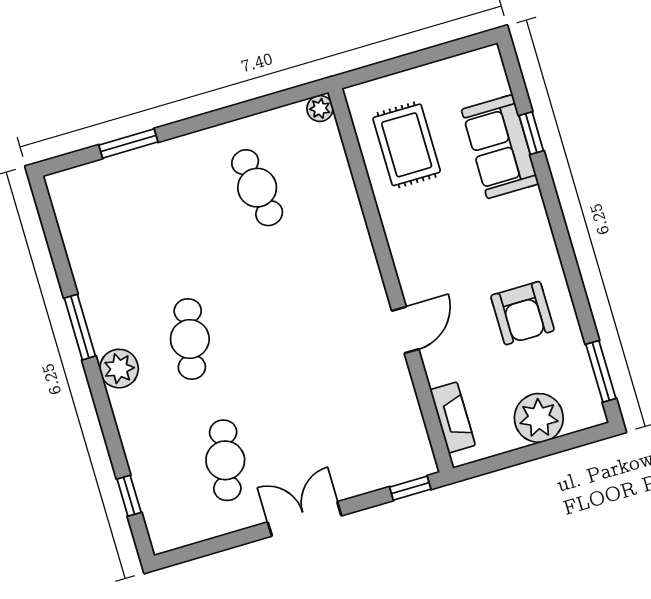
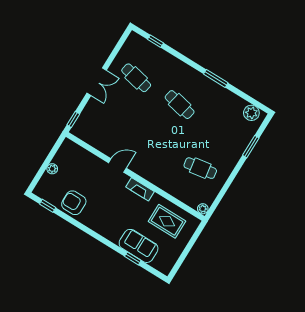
armchair: (522, 313) -> (74, 203), moved
door: (405, 330) -> (117, 165), swing flipped
plant: (119, 369) -> (251, 113), moved
window: (601, 371) -> (48, 206), width x0.67
fireplace: (453, 418) -> (140, 189), moved
plant: (539, 418) -> (52, 169), width x0.53, depth x0.53

